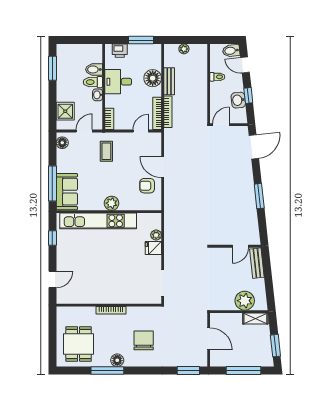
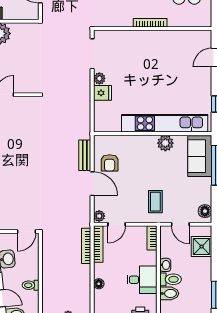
floor lamp: (153, 78) -> (99, 284), width x0.53, depth x0.53
bench: (169, 81) -> (85, 155), moved
door: (84, 131) -> (180, 224), hinge flipped
plant: (156, 138) -> (99, 216), added
armchair: (147, 186) -> (110, 163), turned 90
plant: (112, 203) -> (165, 143), moved
plant: (156, 235) -> (99, 78), moved

